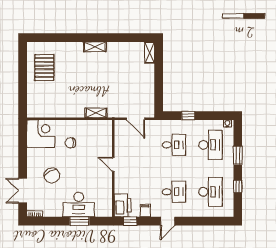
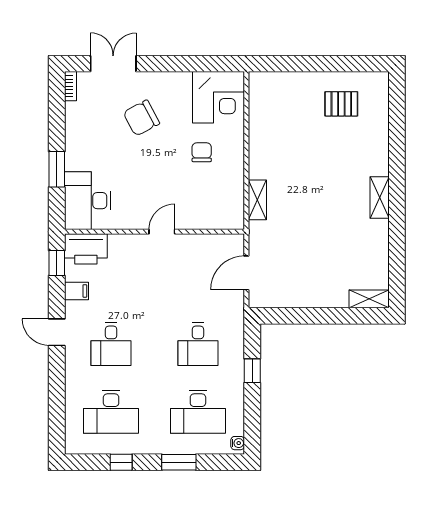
pallet: (44, 68) -> (341, 104), width x0.67, depth x0.71
desk: (79, 205) -> (87, 201), moved

